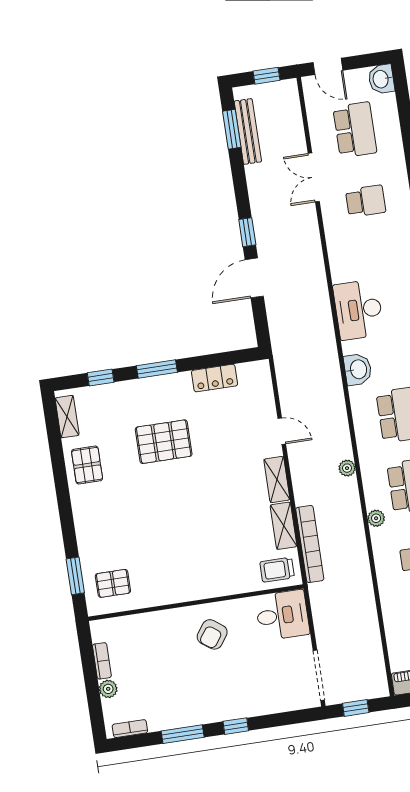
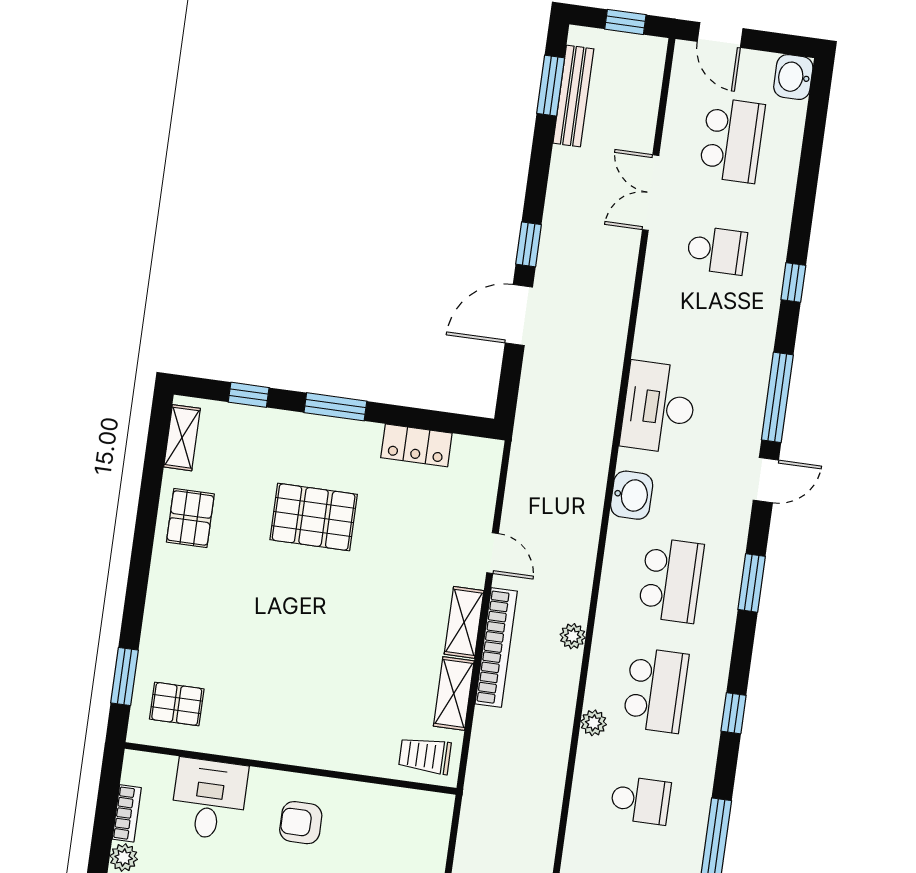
bookcase: (310, 544) -> (496, 647), moved
desk: (282, 615) -> (209, 799), moved, turned -90
armchair: (212, 634) -> (301, 823), turned 54

